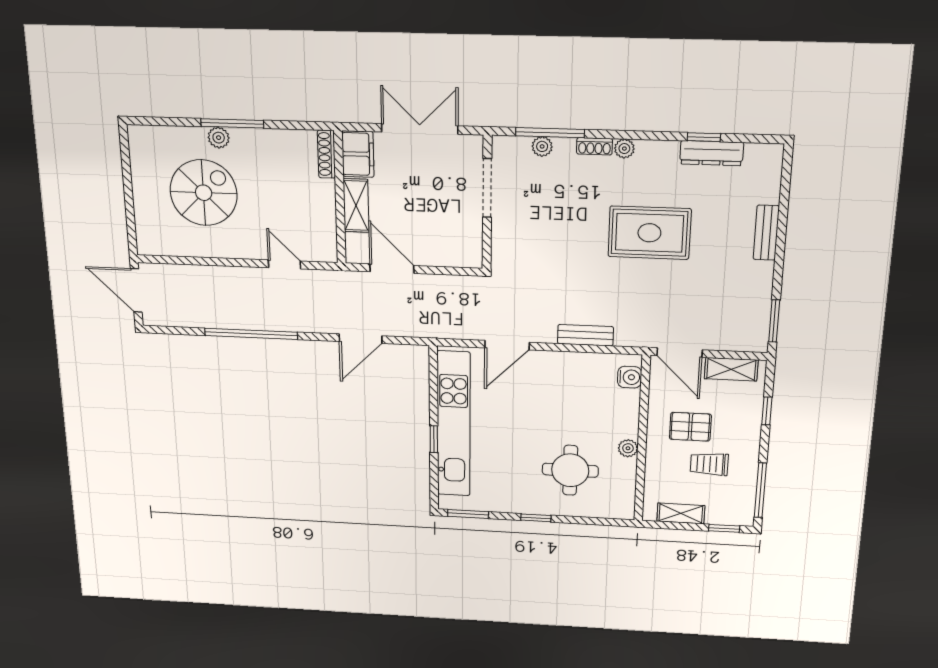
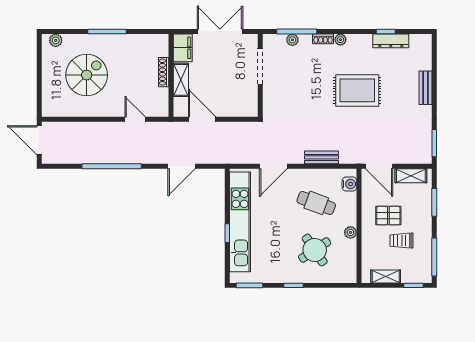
plant: (219, 138) -> (56, 40), moved
shoe rack: (326, 154) -> (164, 72), moved
cafe table: (575, 403) -> (316, 203), added
window: (767, 411) -> (434, 202), width x1.50
round table: (570, 470) -> (315, 250), turned -34

